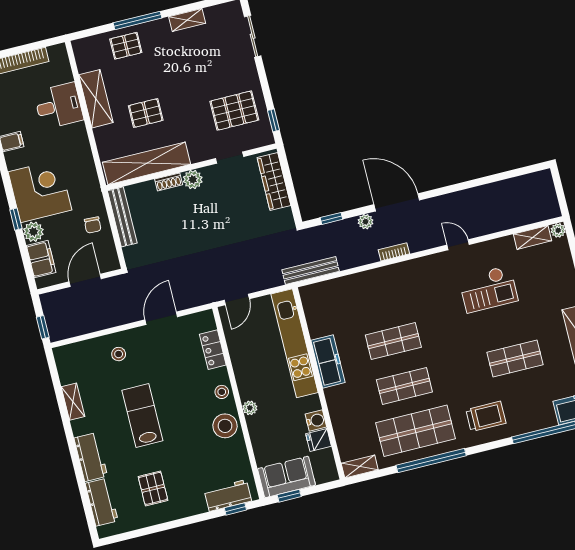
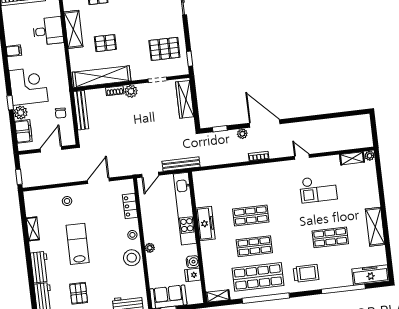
bench: (311, 270) -> (181, 164), moved

